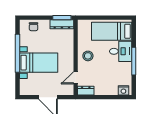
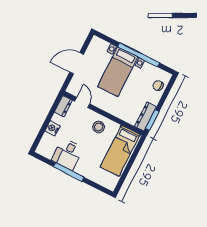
bed: (112, 31) -> (120, 151), moved, turned 180
desk: (121, 51) -> (68, 154), moved
nightstand: (123, 90) -> (53, 128), moved

